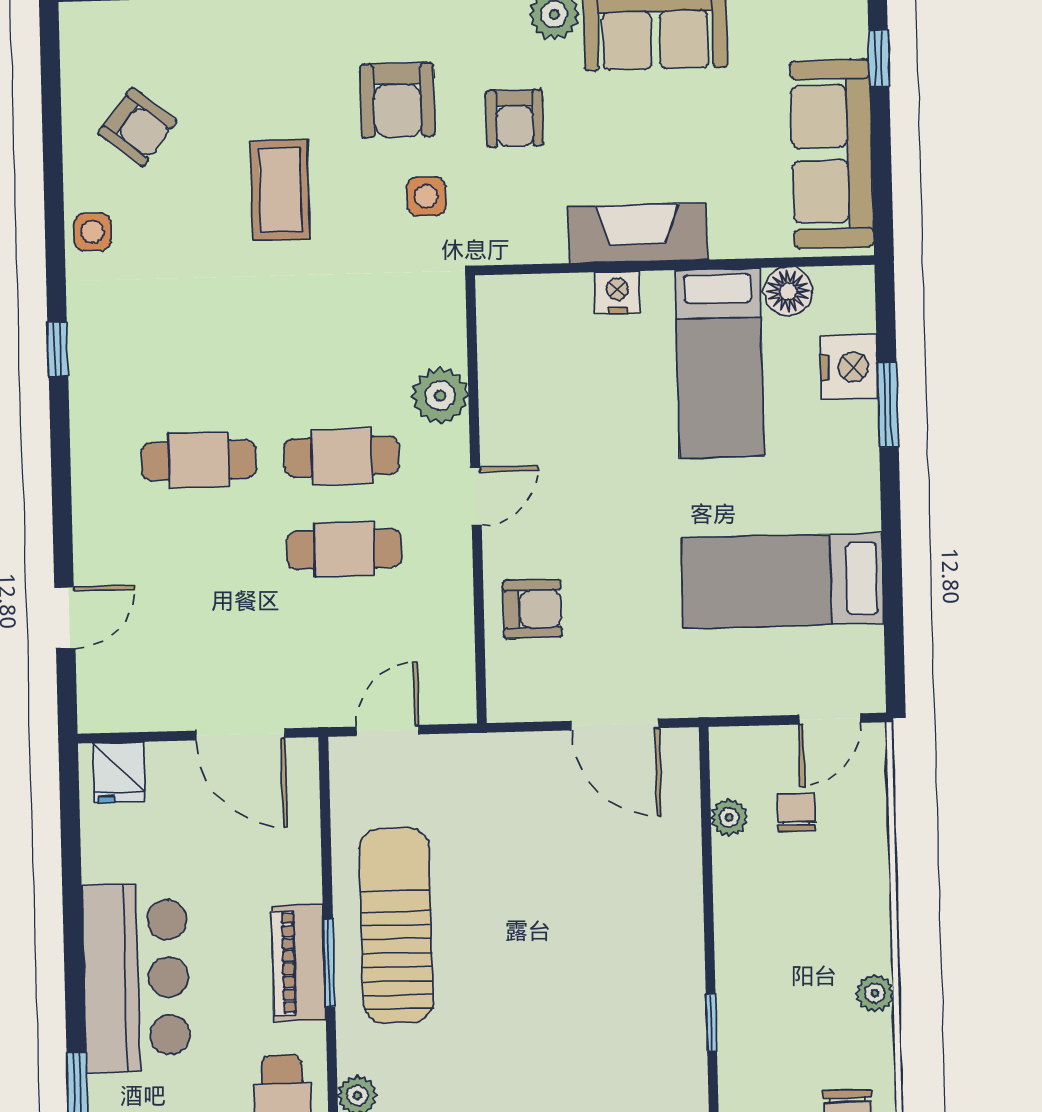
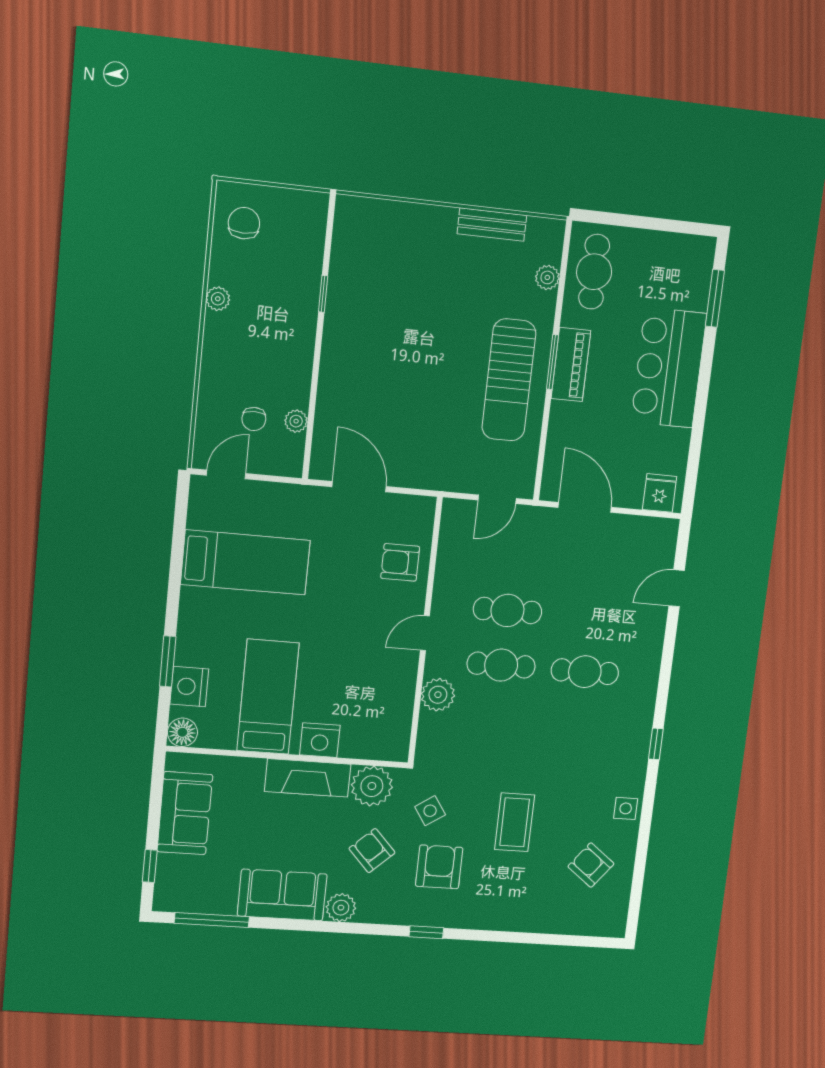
armchair: (515, 118) -> (372, 851), turned -43
sofa: (832, 154) -> (185, 813), width x0.73
side table: (426, 196) -> (430, 811), turned -34
plant: (529, 229) -> (372, 786), added
floor lamp: (788, 291) -> (182, 732), moved
nightstand: (617, 292) -> (320, 740), width x1.36, depth x1.33

